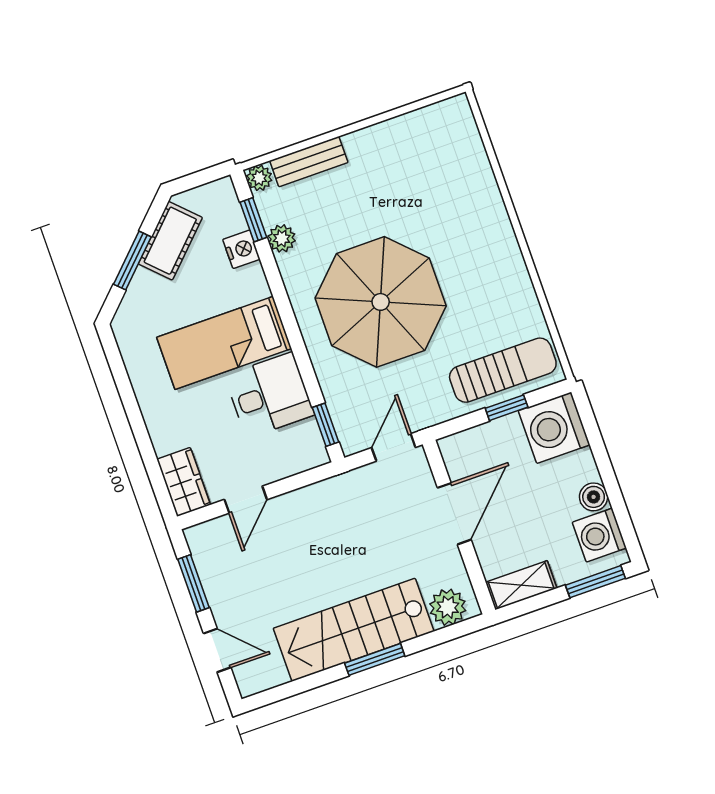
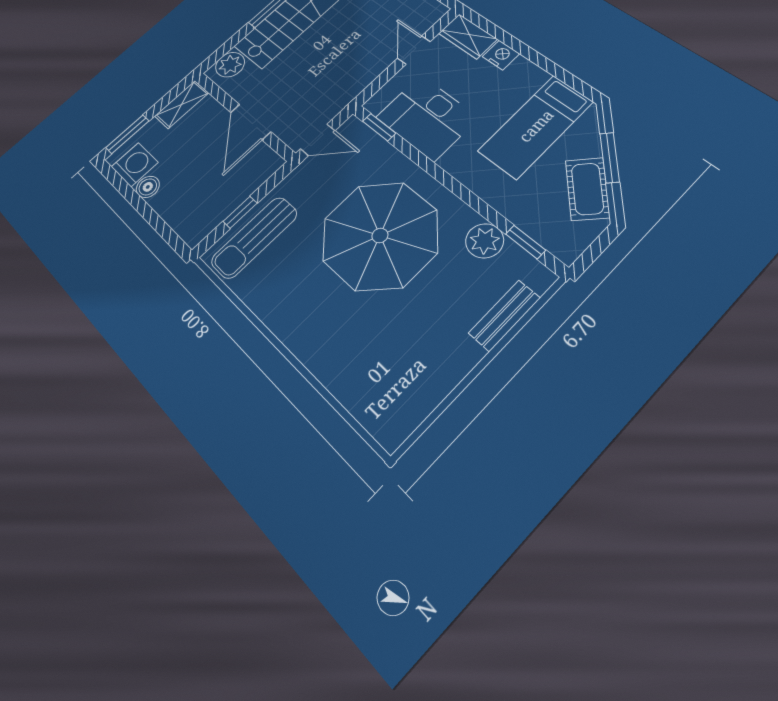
plant: (259, 178) -> (541, 279), removed
plant: (282, 238) -> (485, 241), width x1.38, depth x1.38
nightstand: (241, 249) -> (501, 55), moved, turned 180
bed: (224, 343) -> (536, 126), moved, turned 180
desk: (269, 395) -> (427, 118), width x1.37
washing machine: (554, 428) -> (196, 218), removed
door: (394, 447) -> (318, 140), hinge flipped

